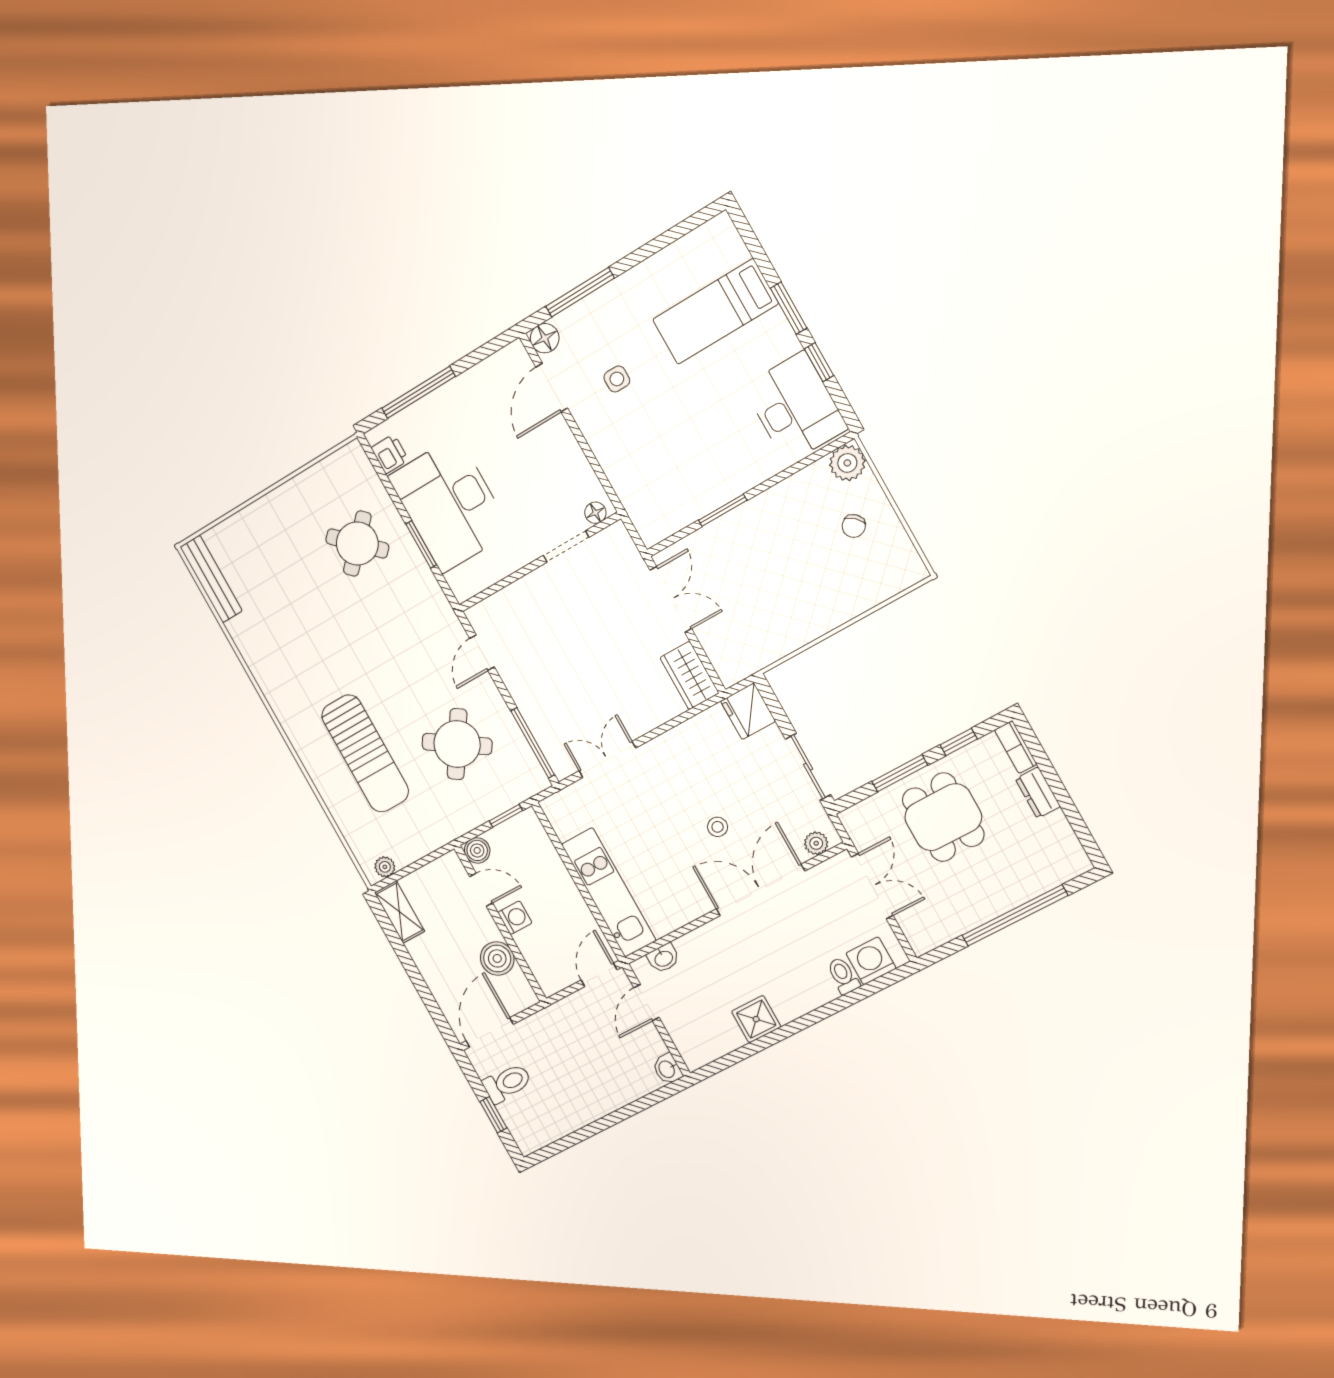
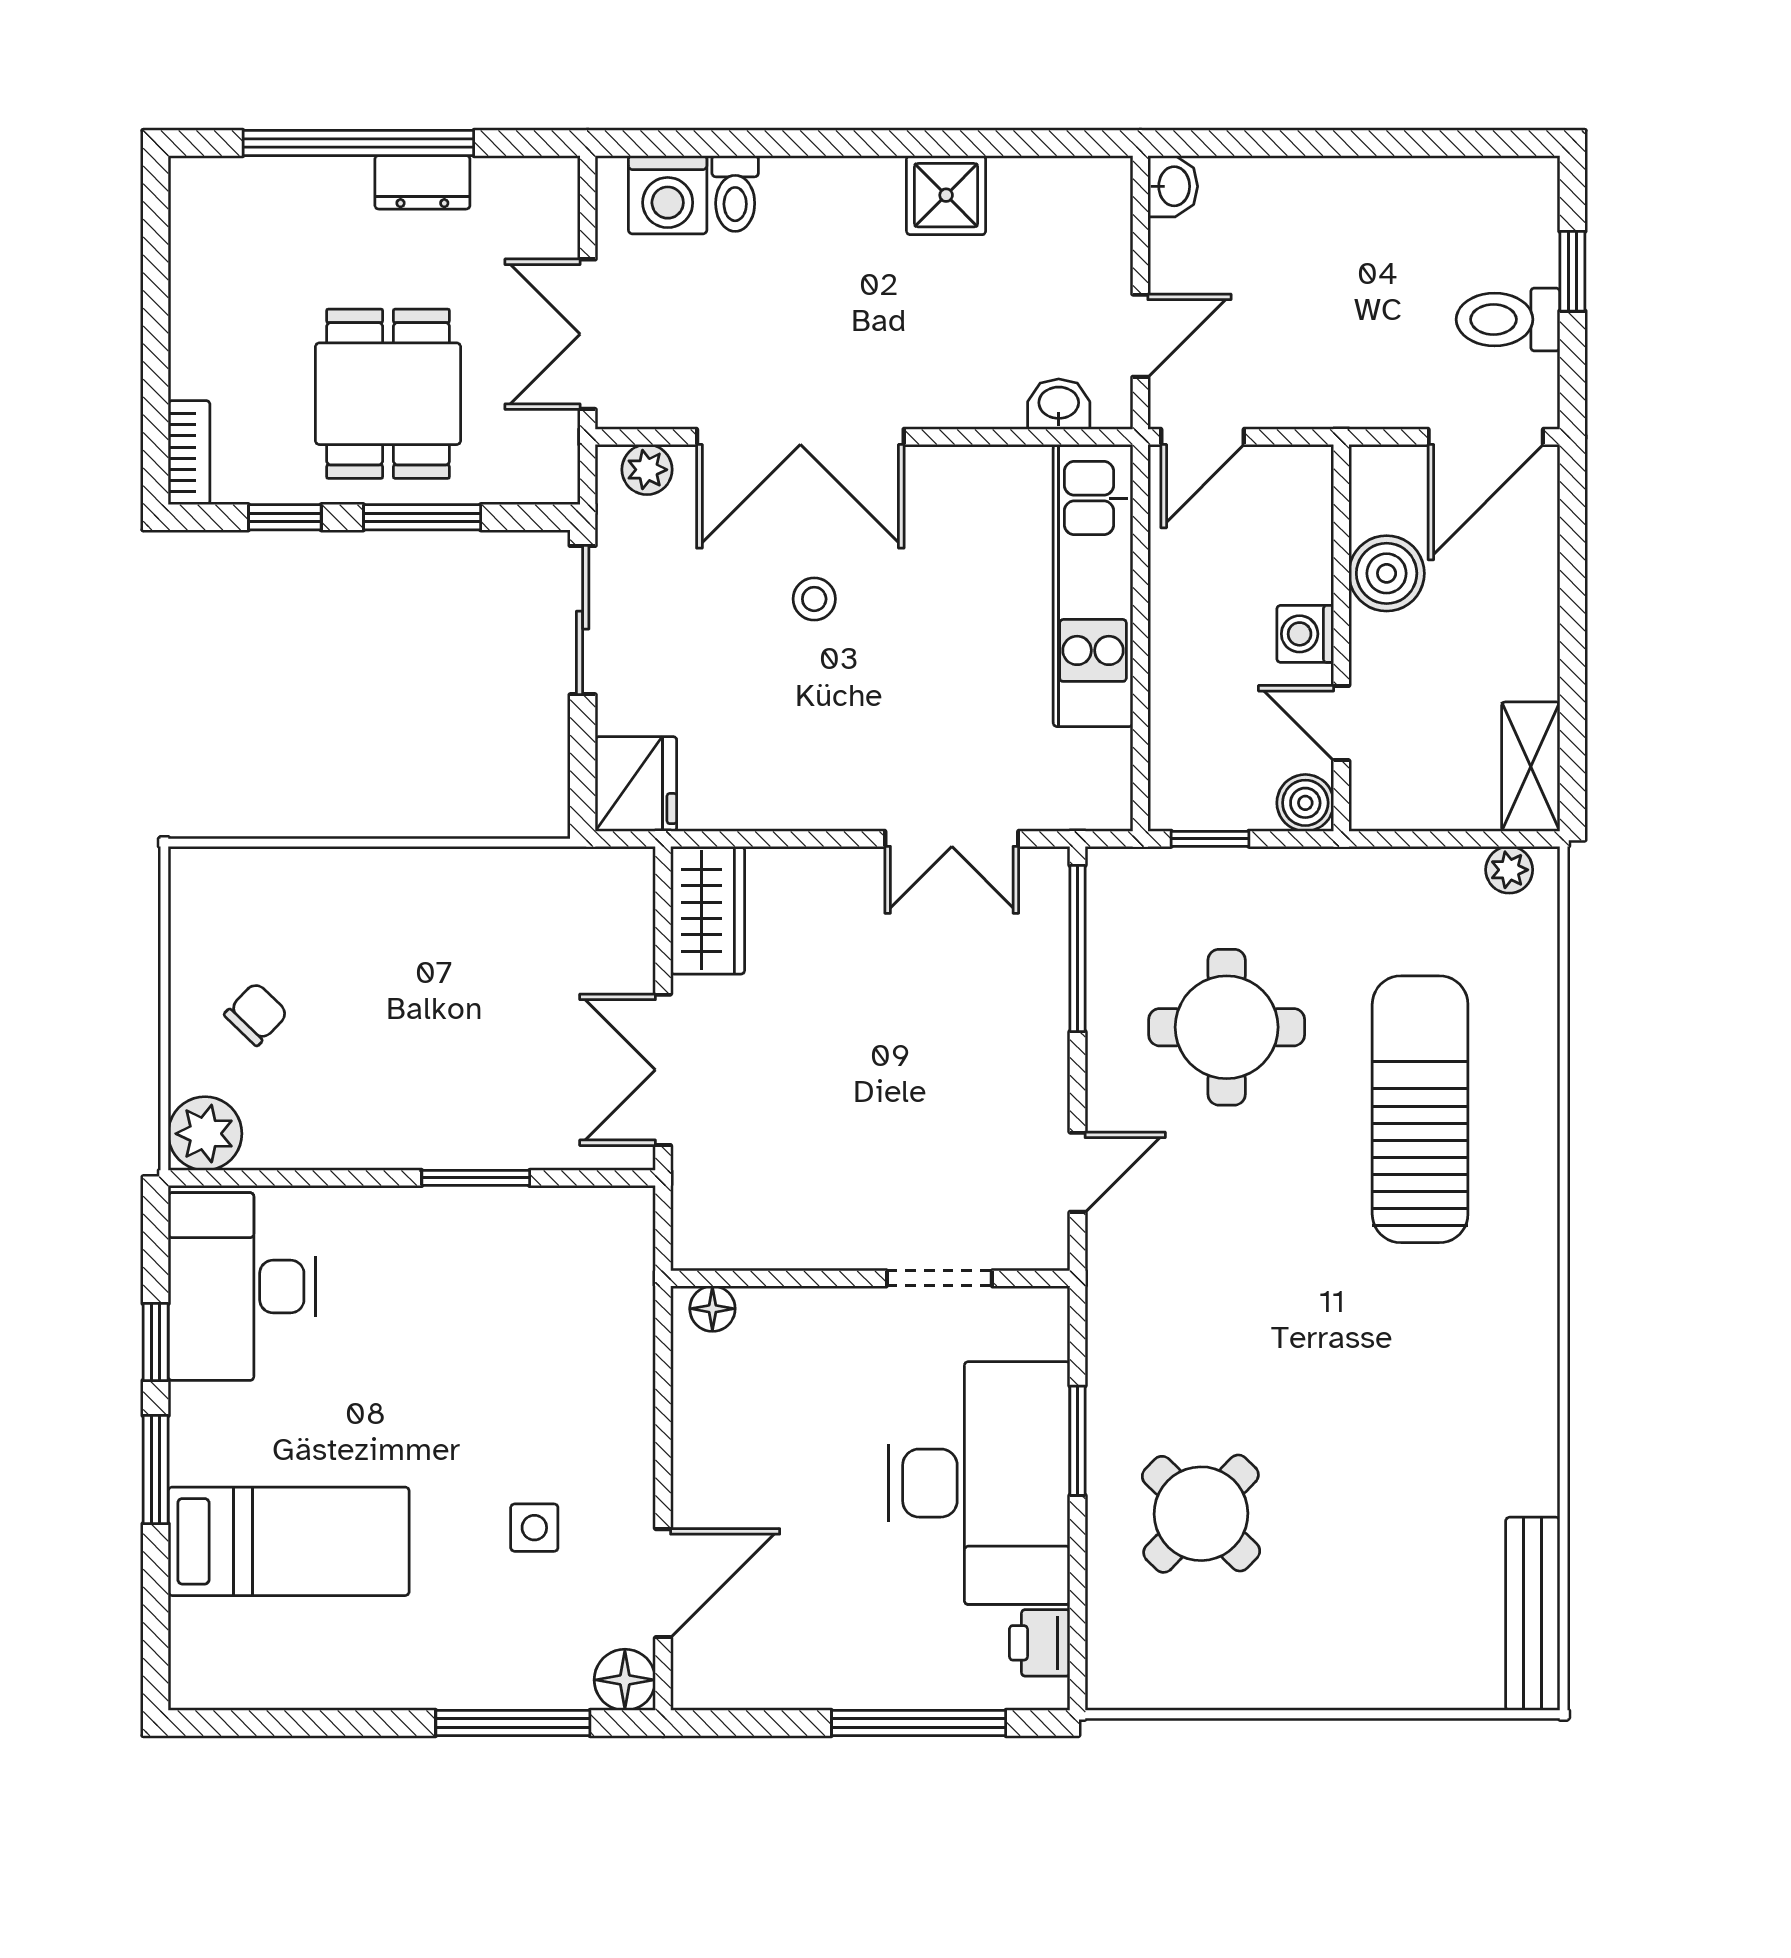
doorway: (566, 546) -> (939, 1278), moved
round table: (457, 744) -> (1227, 1027), turned -33
dresser: (1038, 793) -> (422, 182), moved, turned 90

